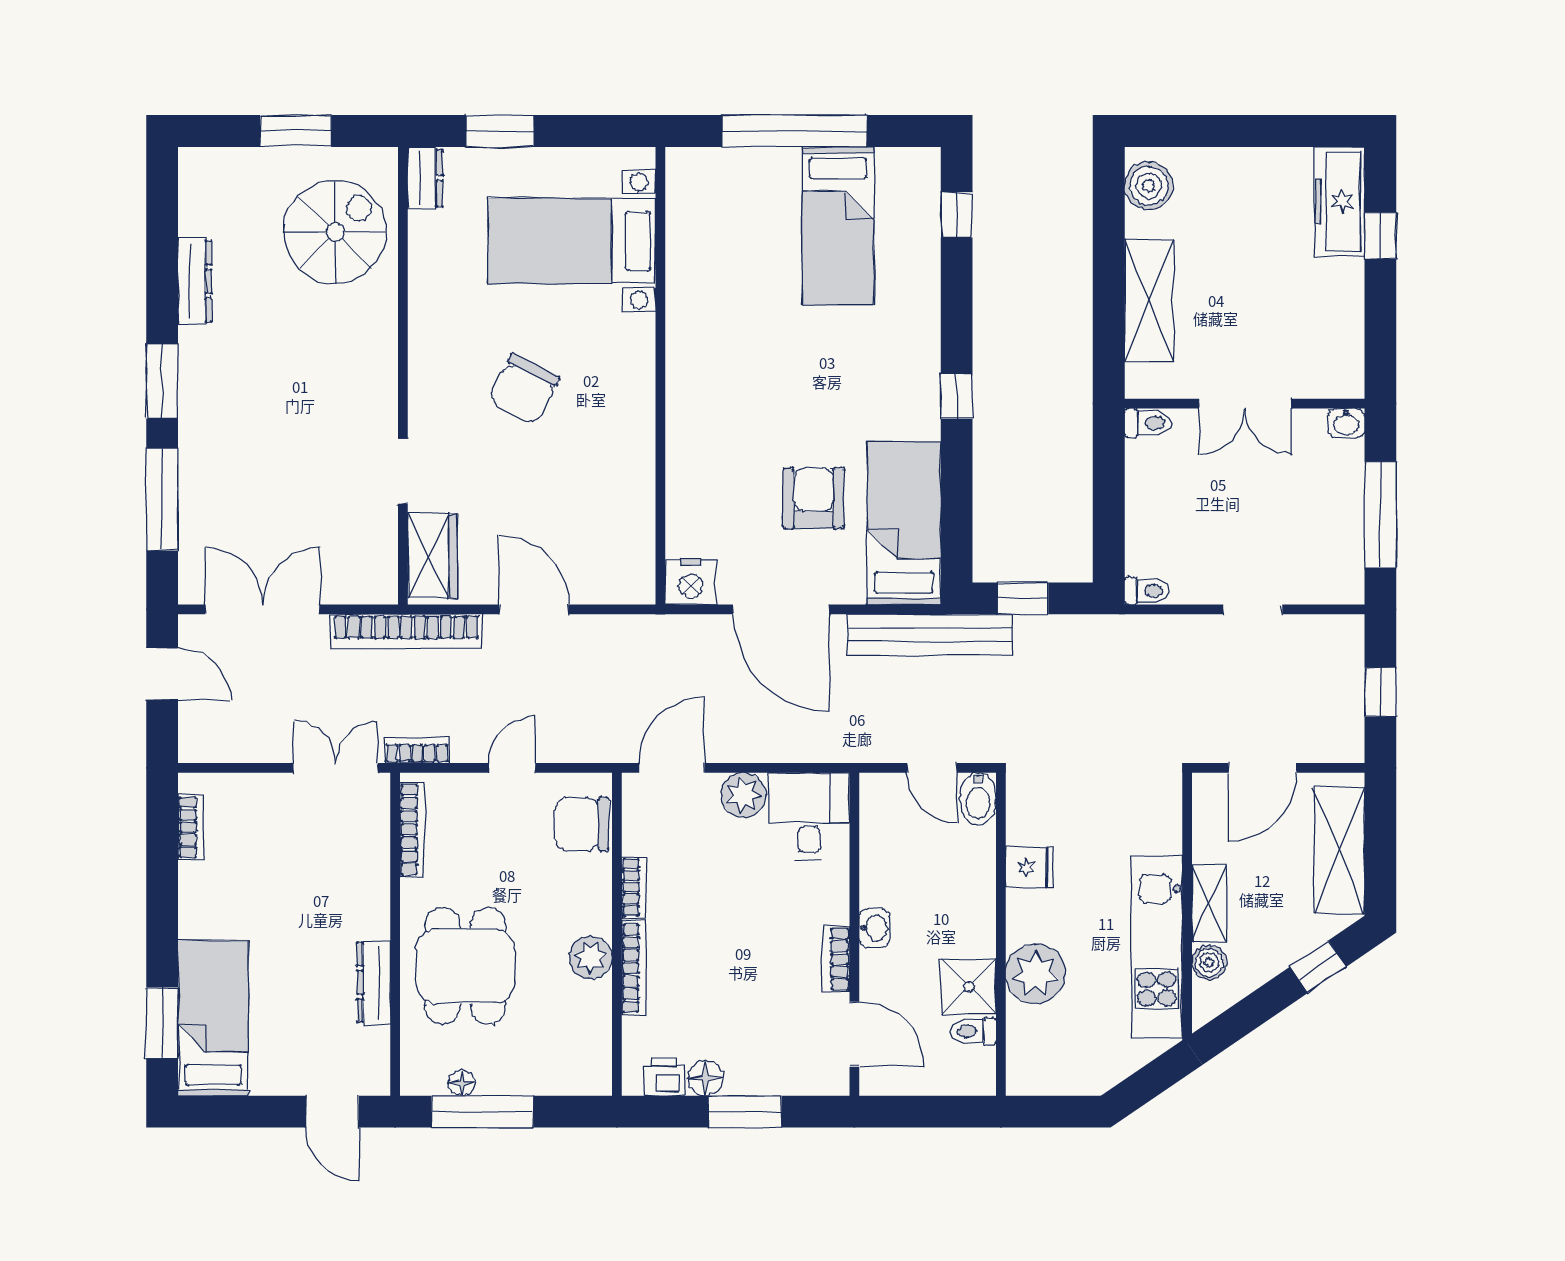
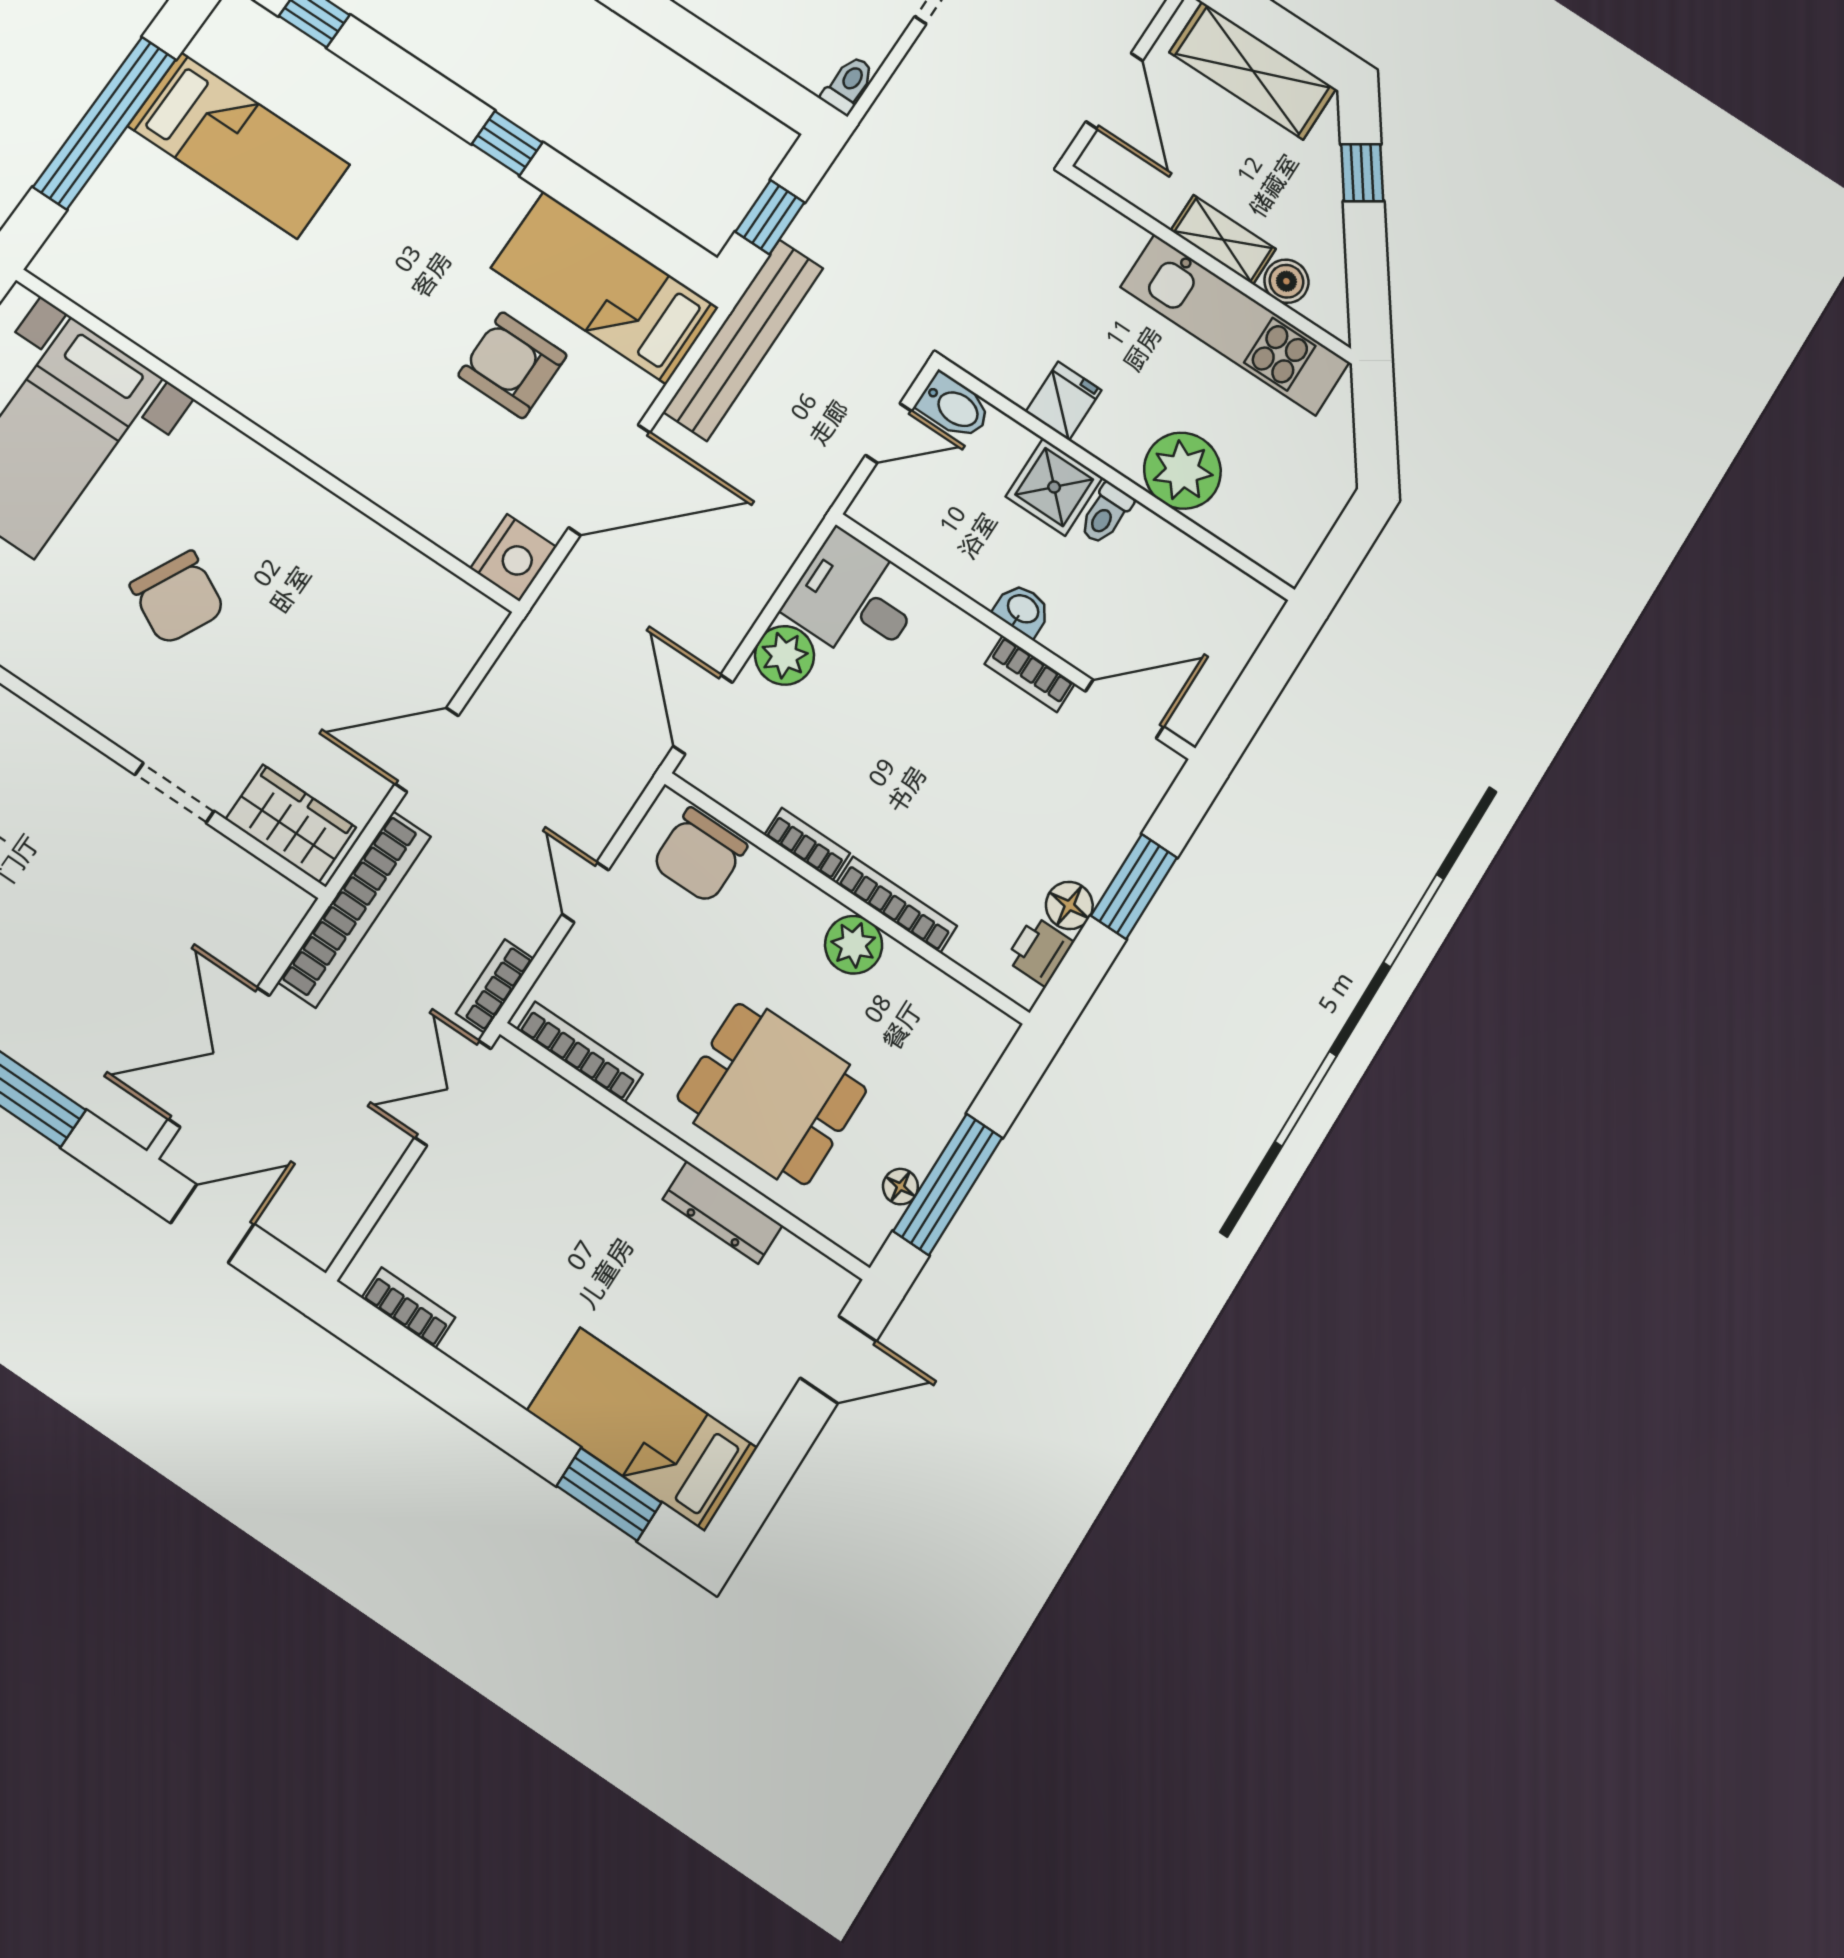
shower: (969, 987) -> (1054, 487), moved
toilet: (974, 1031) -> (1106, 514), moved

